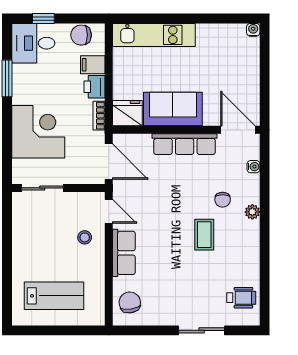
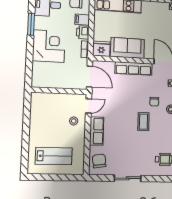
corner desk: (38, 132) -> (49, 46), moved
sliding door: (42, 188) -> (49, 90), removed
door: (109, 211) -> (88, 106), hinge flipped
sliding door: (202, 330) -> (128, 178), moved

